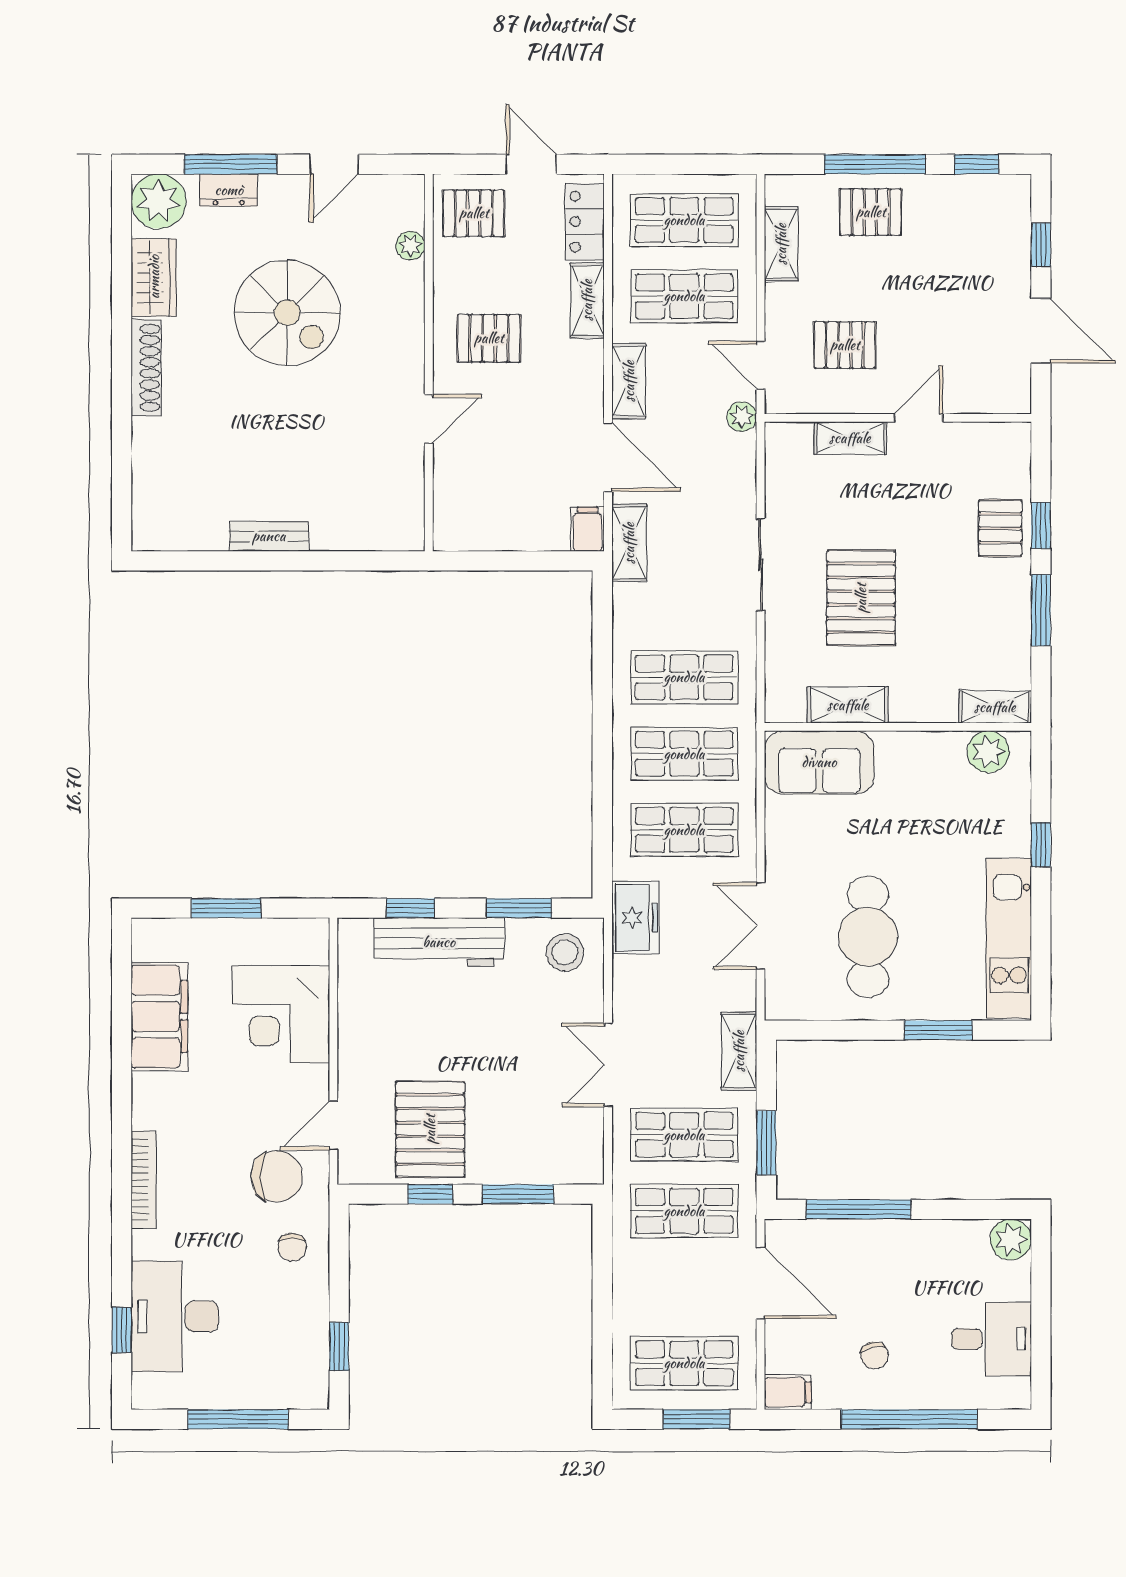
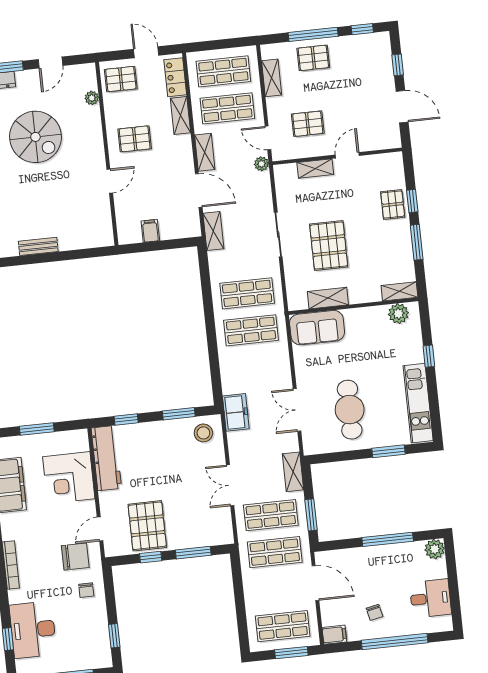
filing cabinet: (587, 529) -> (150, 231), moved
shop shelf: (684, 830) -> (255, 367), removed
workbench: (439, 942) -> (106, 458), moved, turned -90
window: (859, 1209) -> (388, 539), moved

